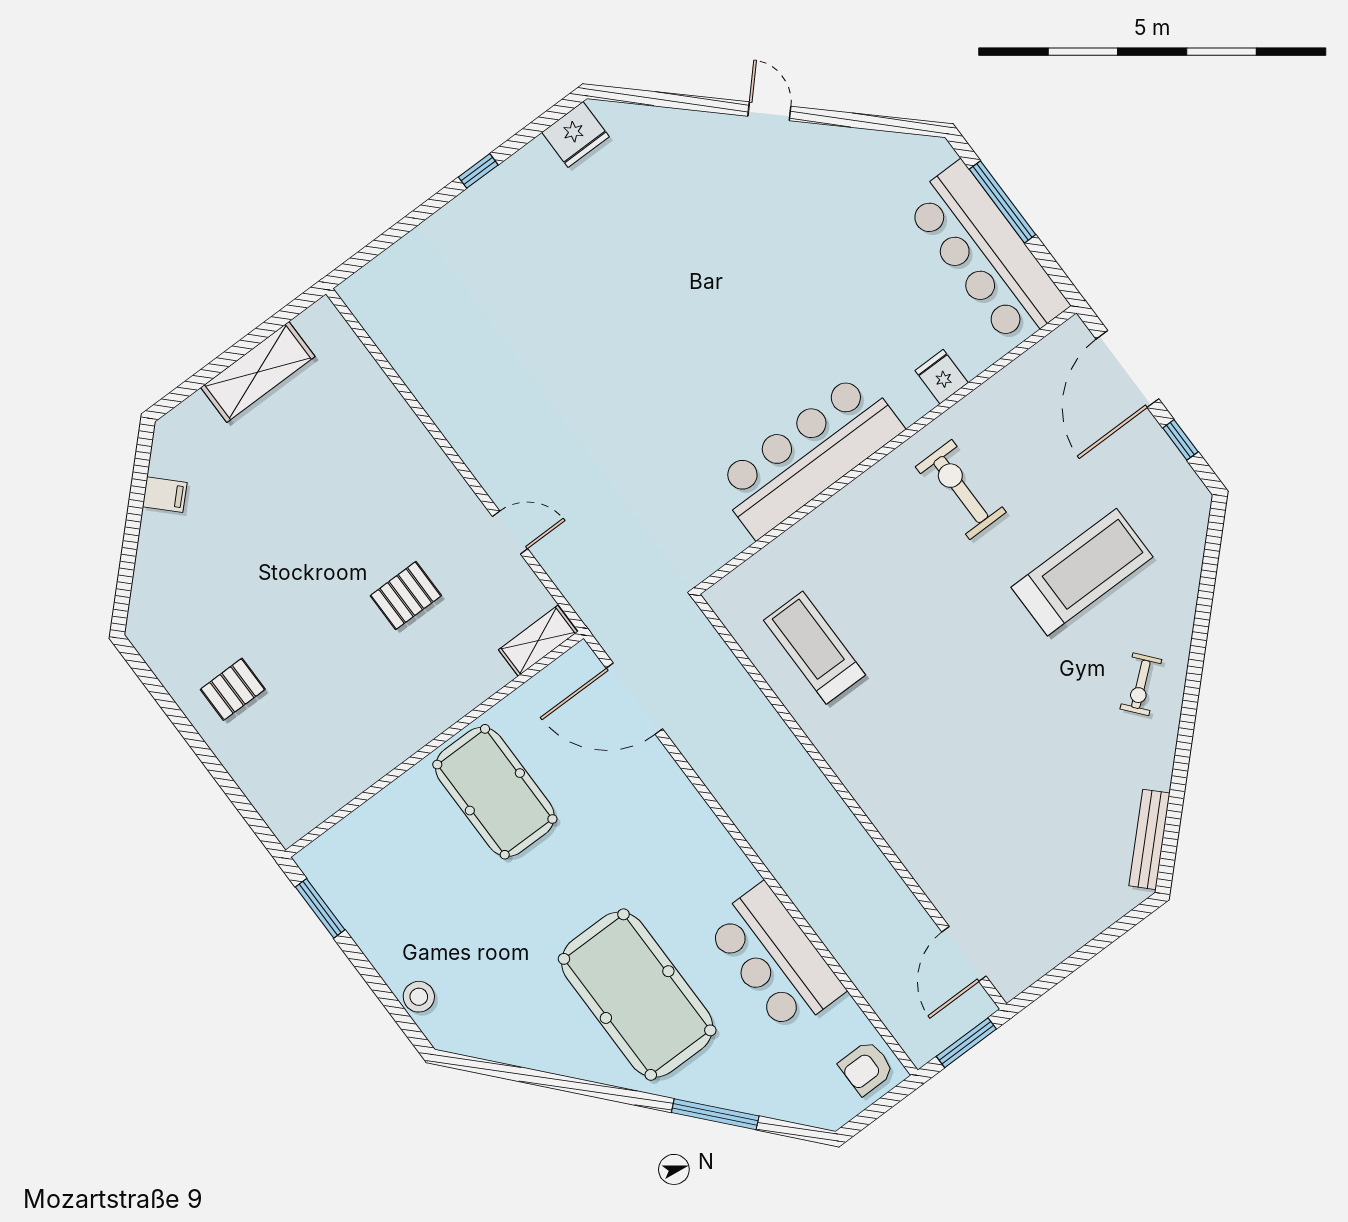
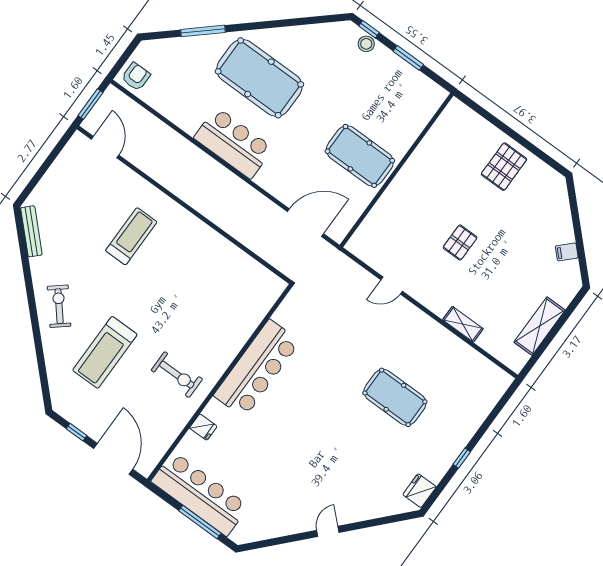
door: (769, 111) -> (328, 531), swing flipped
pool table: (568, 322) -> (395, 397), added
pallet: (406, 596) -> (460, 242), moved
shelving: (538, 641) -> (463, 324), moved, turned 90
treadmill: (815, 648) -> (131, 236), moved, turned -90
exercise bike: (1141, 684) -> (59, 306), width x1.38, depth x1.39
pallet: (233, 689) -> (504, 167), width x1.50, depth x1.42
window: (320, 908) -> (408, 58), moved
bar counter: (775, 958) -> (233, 143), moved
window: (405, 1022) -> (369, 29), added

